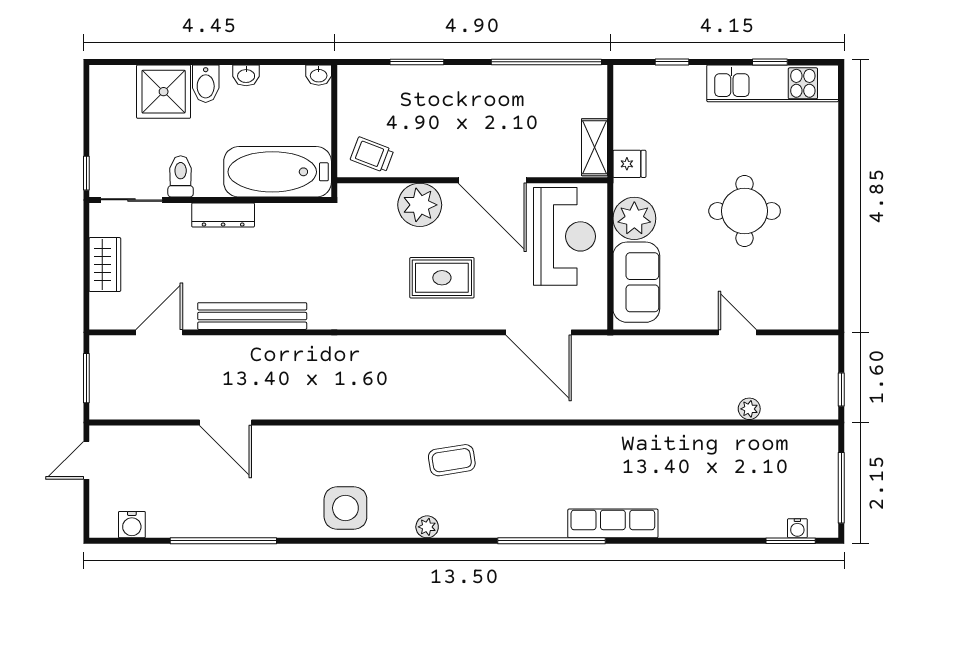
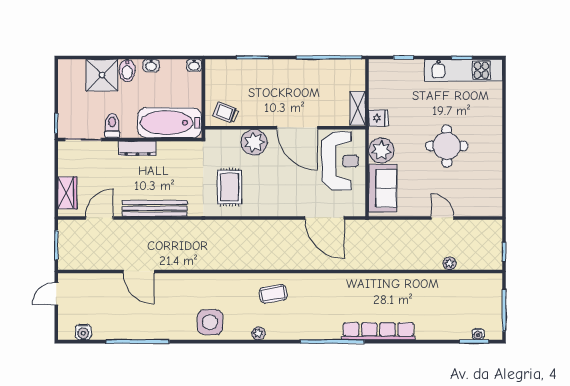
wardrobe: (105, 265) -> (67, 193), moved
rug: (442, 278) -> (230, 187), moved, turned 90
row of seats: (613, 523) -> (378, 331), width x1.36

